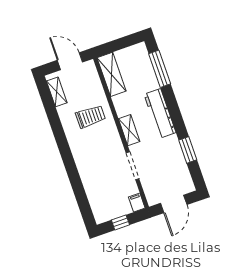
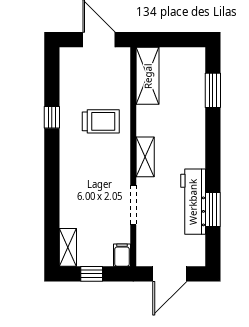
window: (160, 69) -> (213, 90), width x0.69
shelving: (57, 92) -> (68, 247), moved
workbench: (160, 113) -> (193, 202), moved
window: (56, 125) -> (52, 117), added

